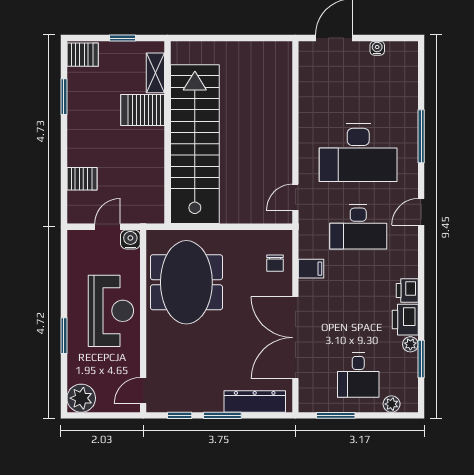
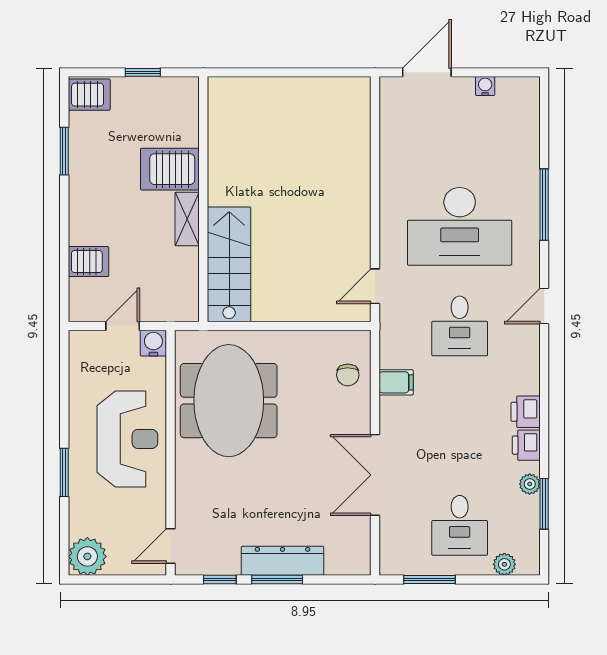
shelving: (155, 73) -> (187, 219), moved
stairs: (195, 144) -> (229, 264), width x0.54, depth x0.66
desk: (358, 227) -> (460, 326), width x0.73
printer: (405, 320) -> (526, 445), width x0.73, depth x0.81
double door: (295, 338) -> (375, 475), width x0.73
dresser: (255, 401) -> (283, 561), moved

